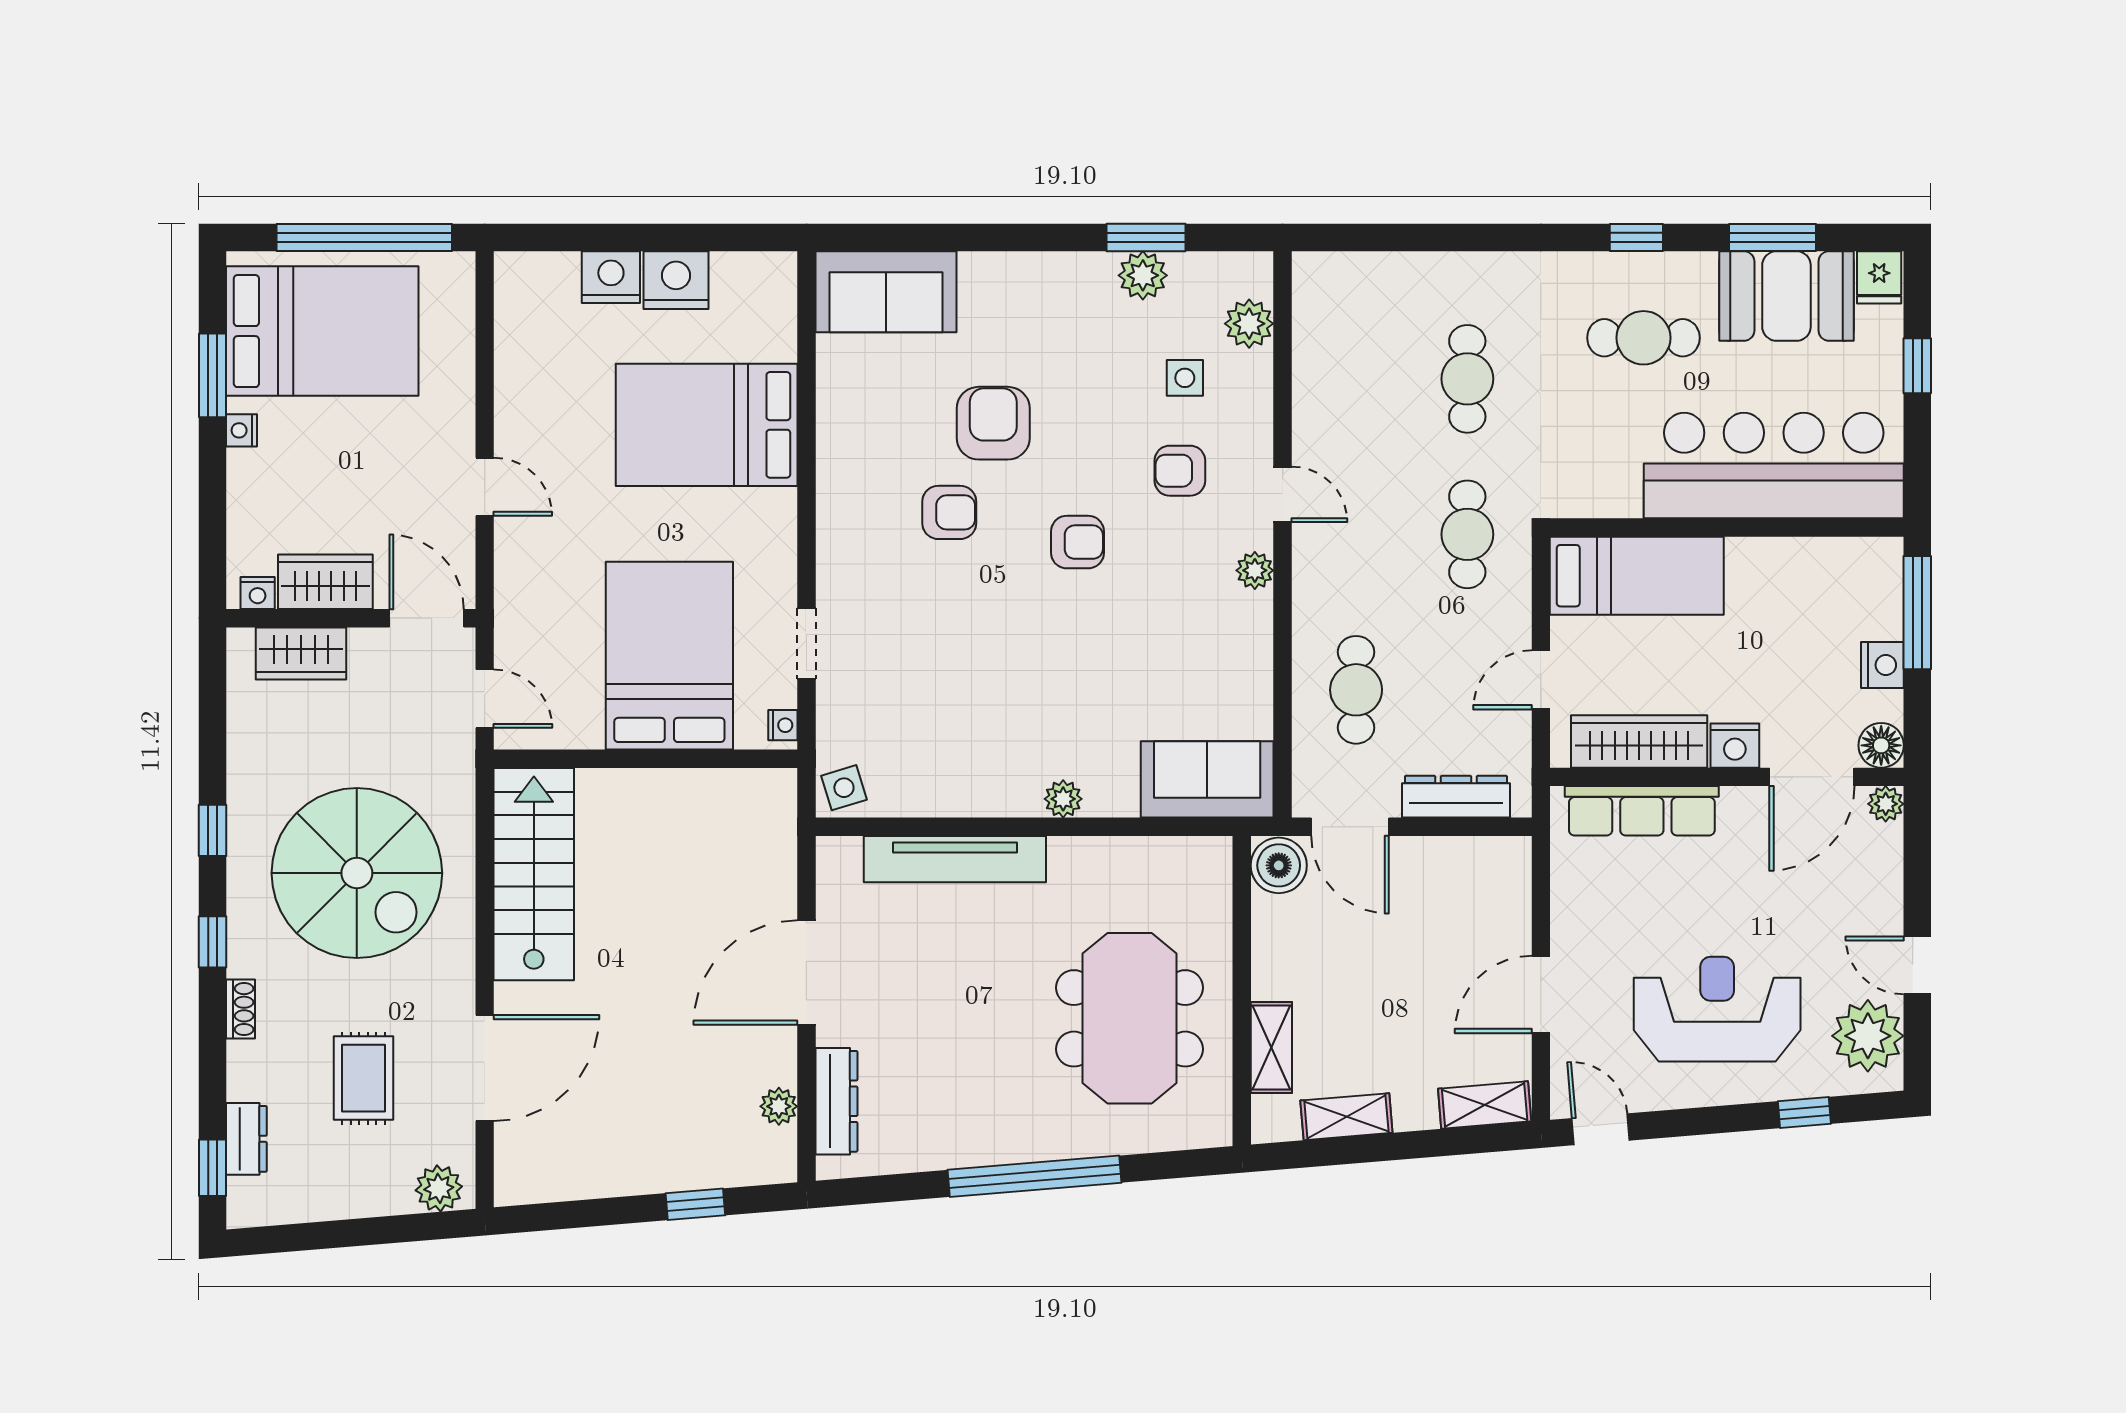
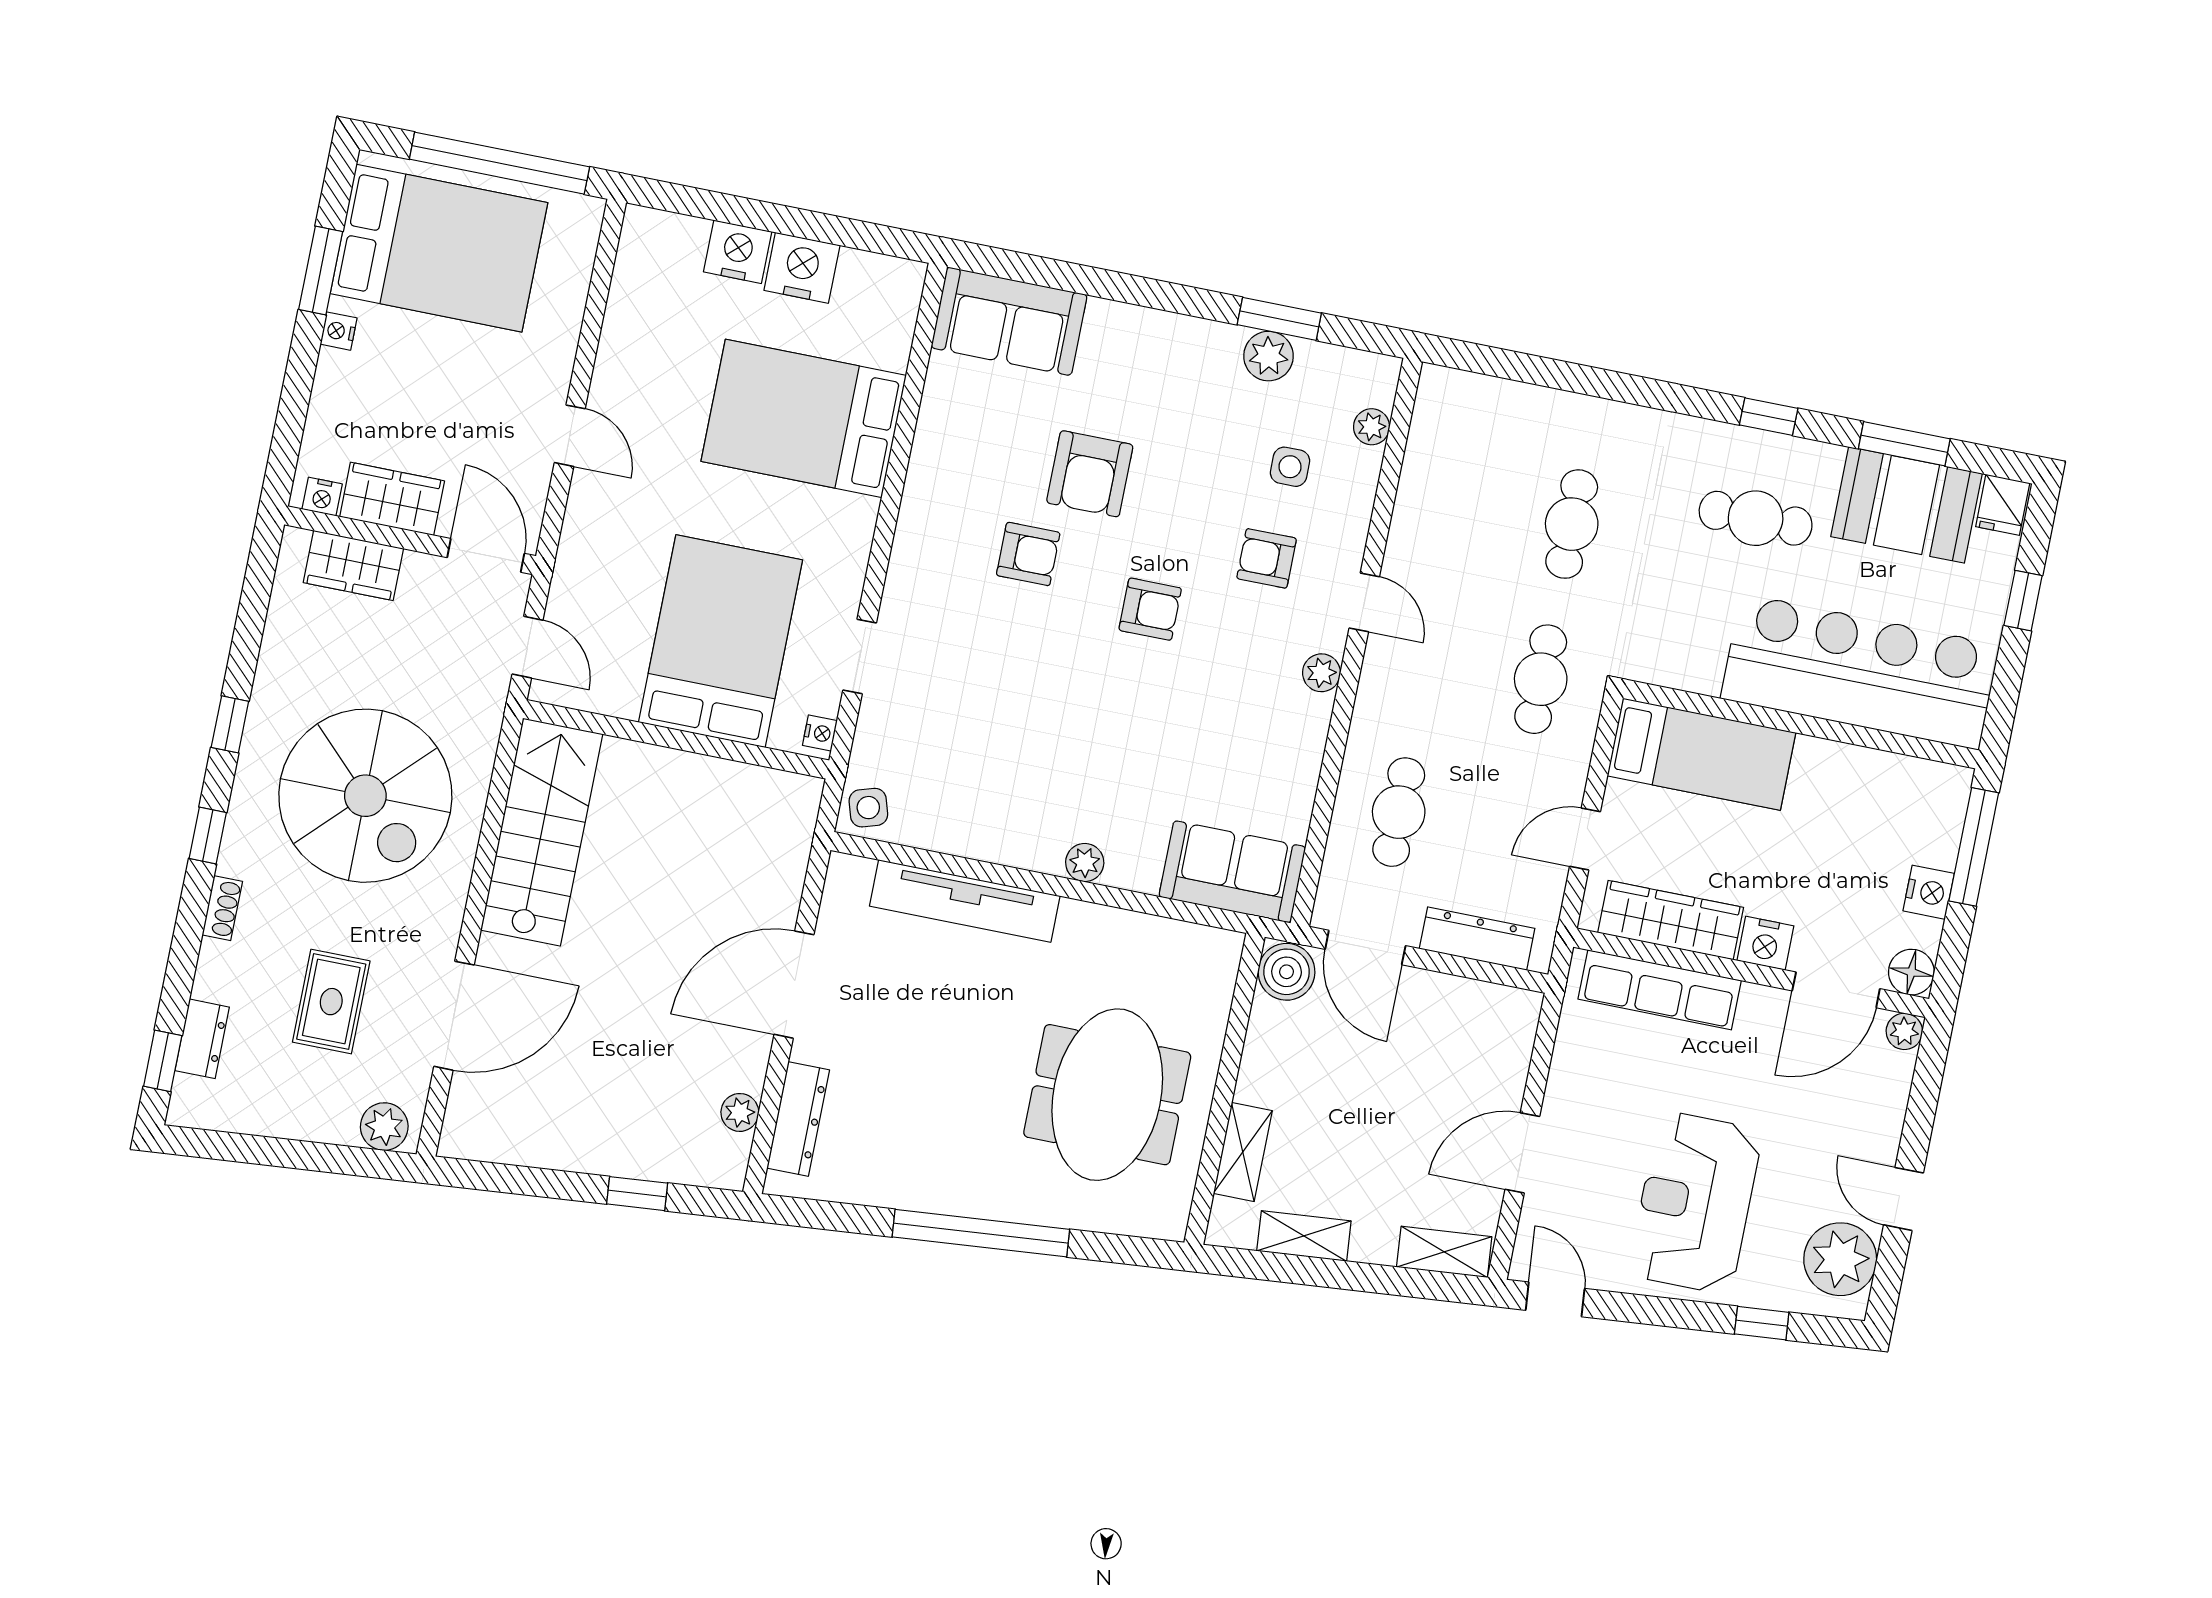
plant: (1249, 324) -> (1372, 427), width x0.73, depth x0.73
armchair: (993, 423) -> (1090, 474), turned 180
reception desk: (1717, 1009) -> (1695, 1203), turned -90

